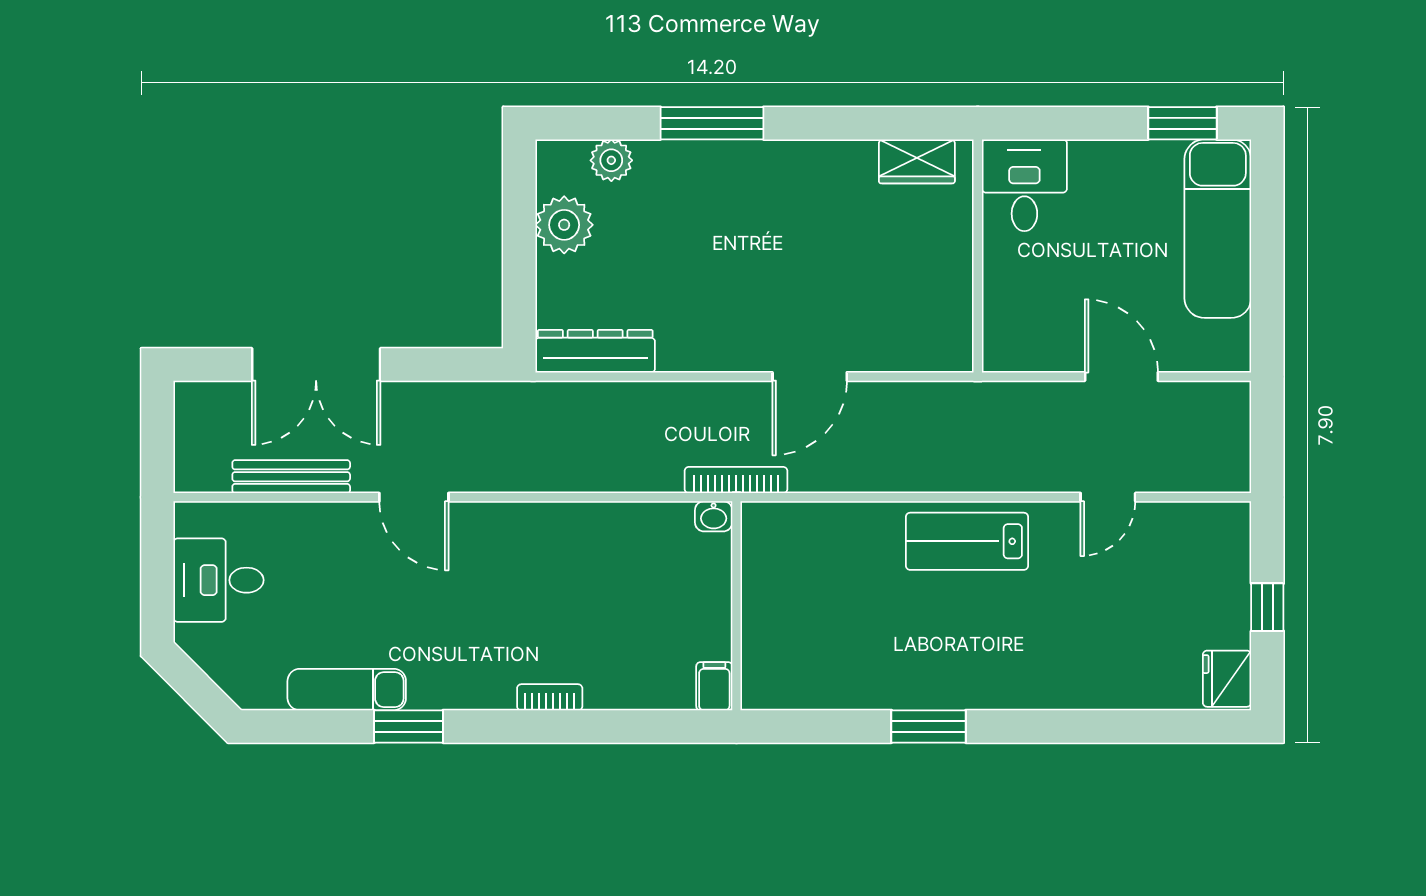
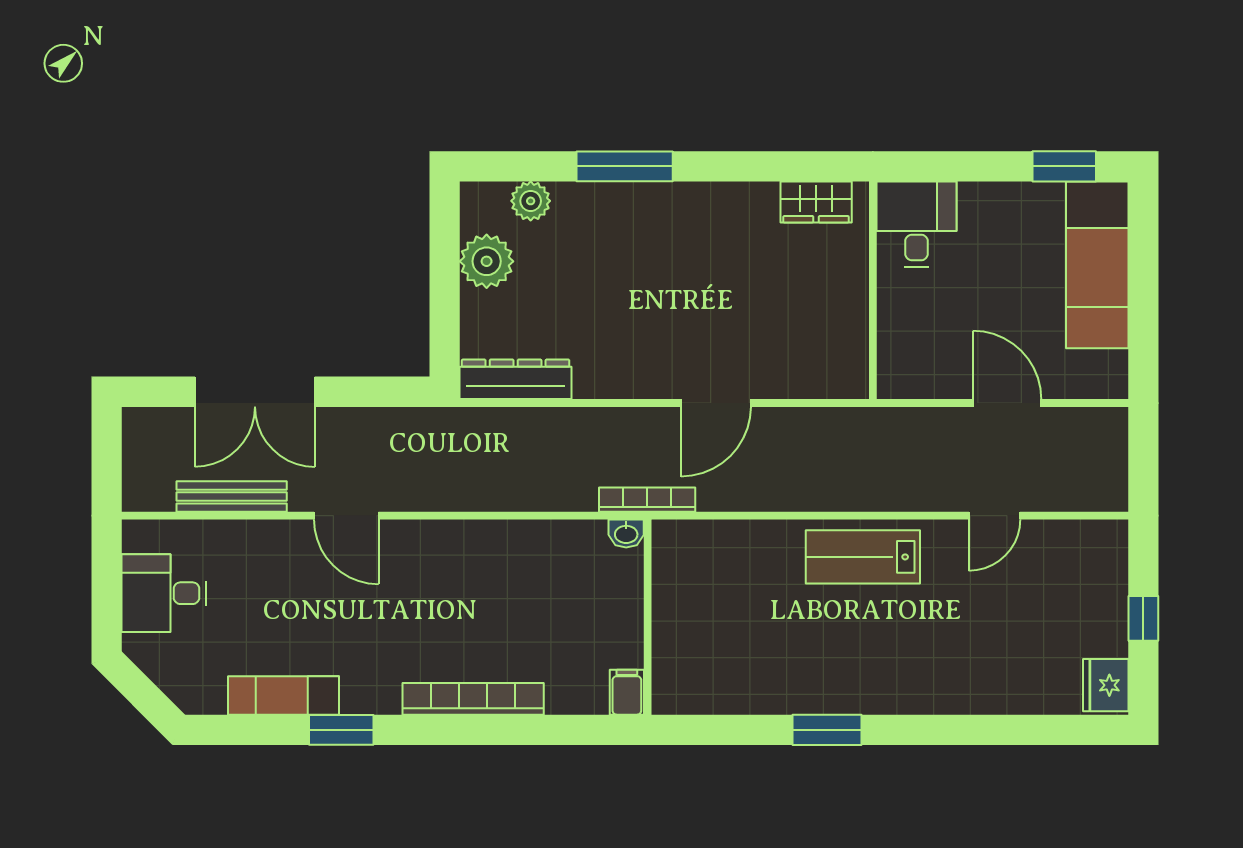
bookcase: (550, 697) -> (473, 699), width x2.31, depth x1.31

